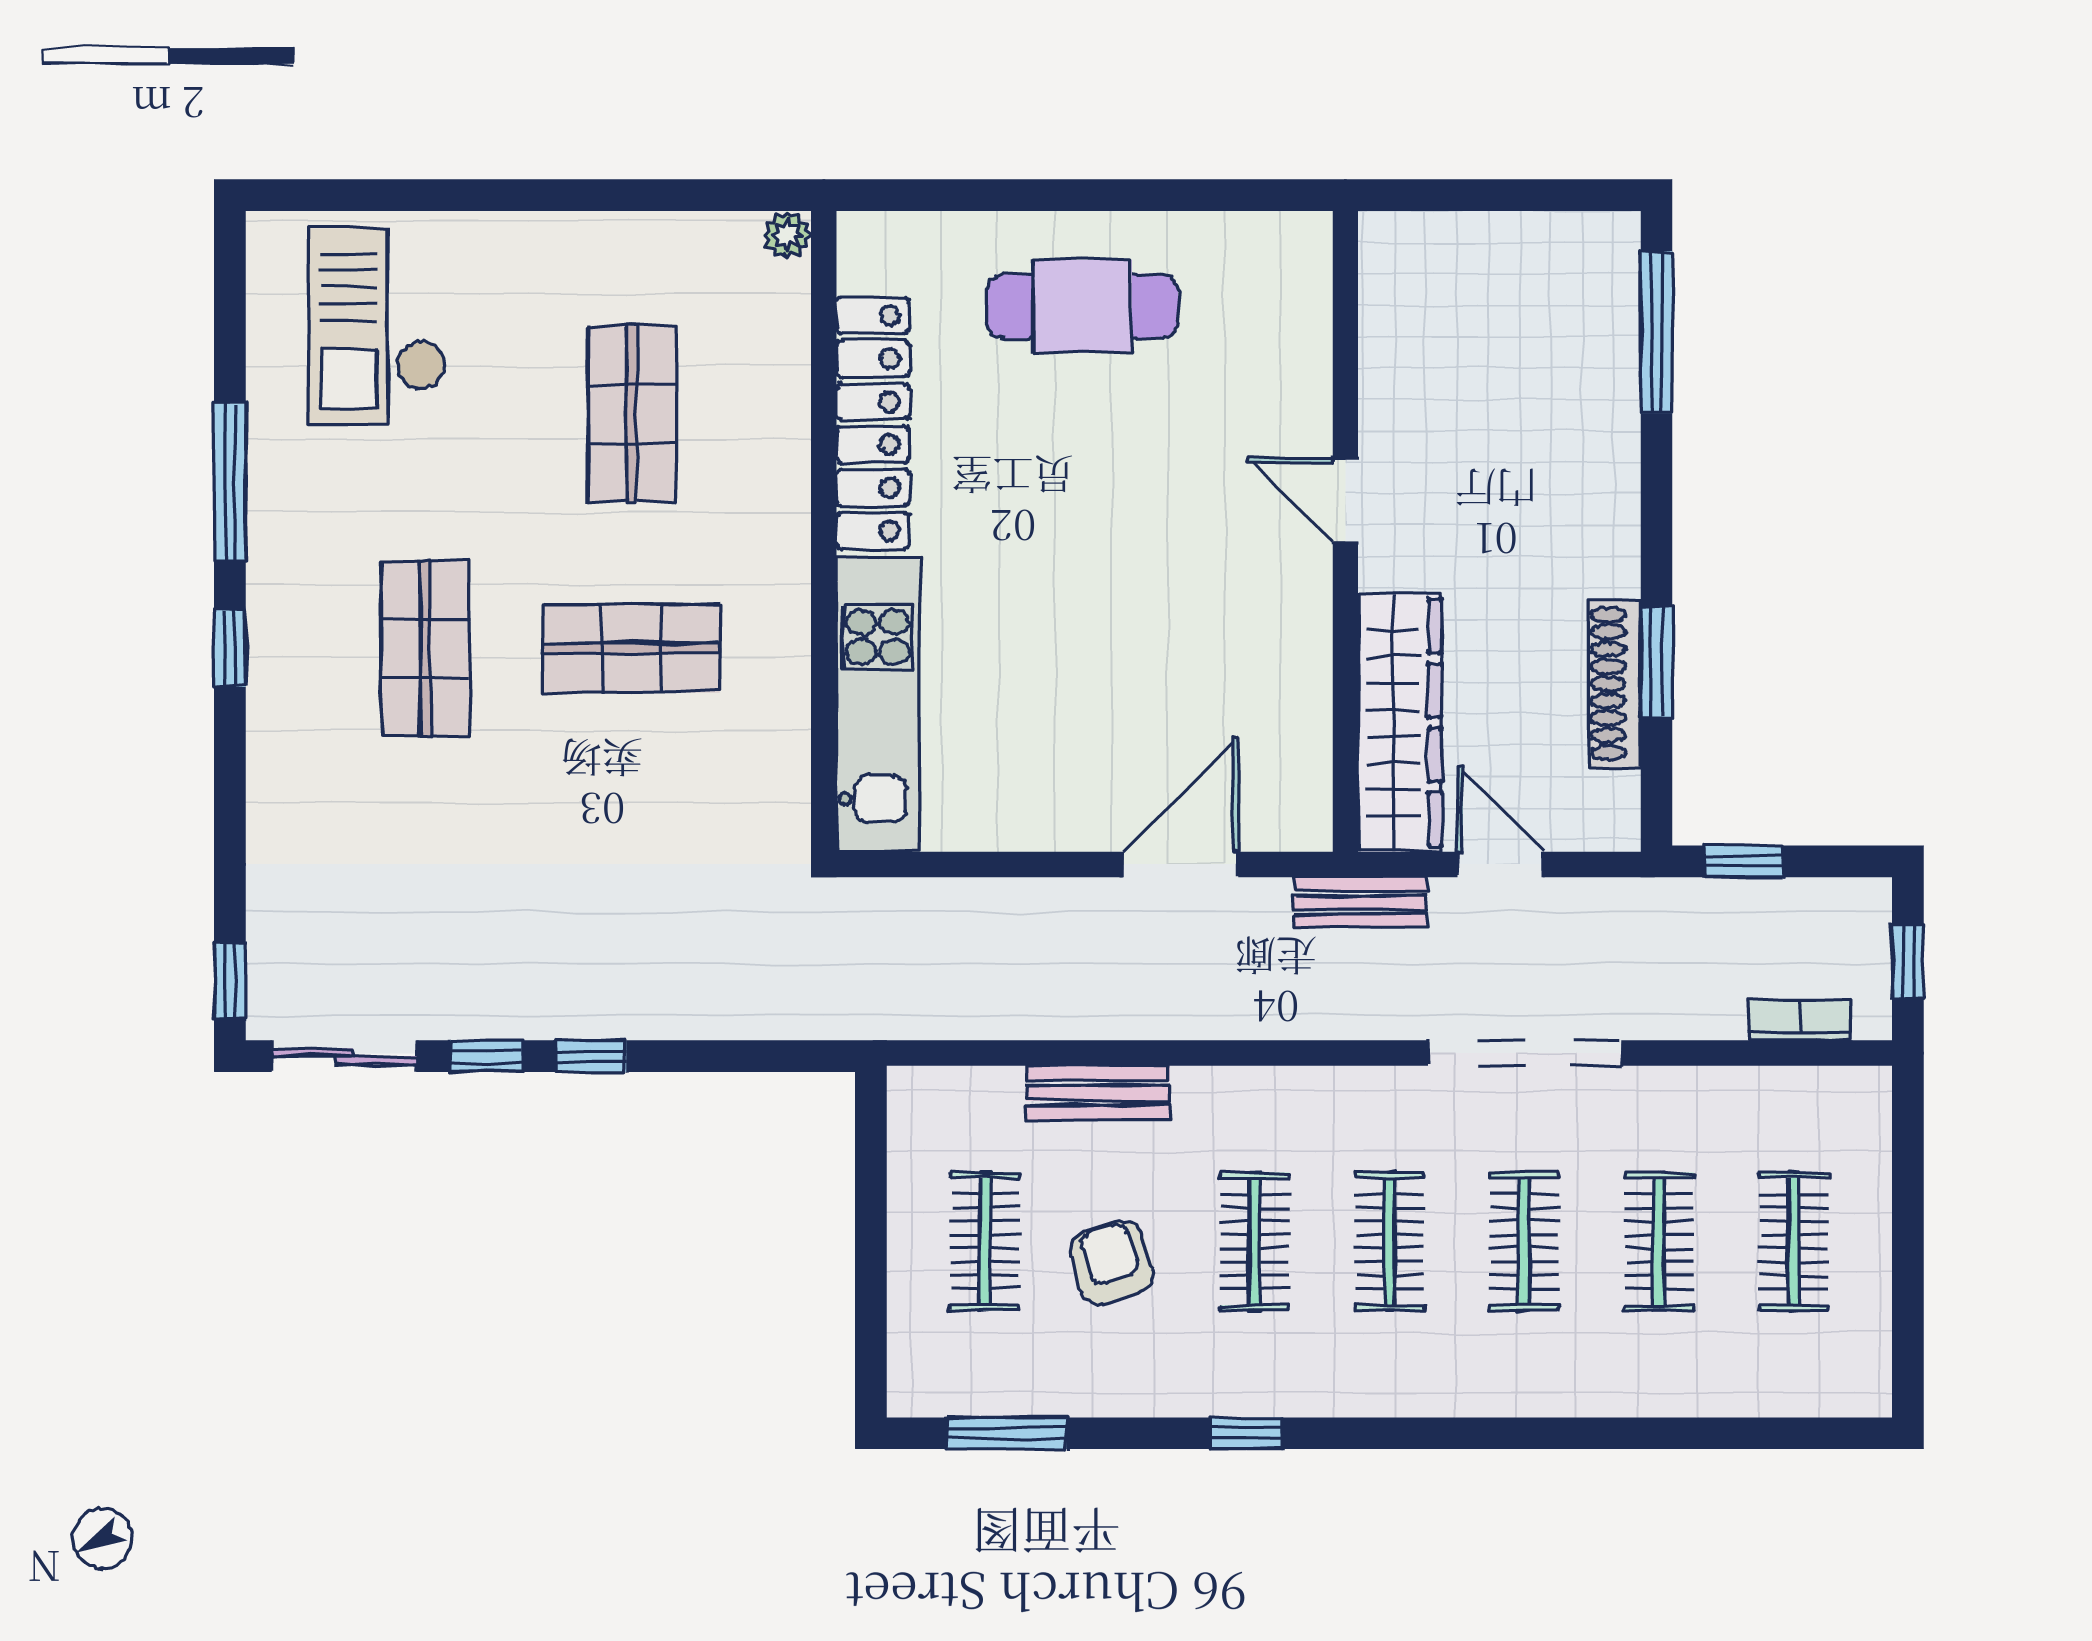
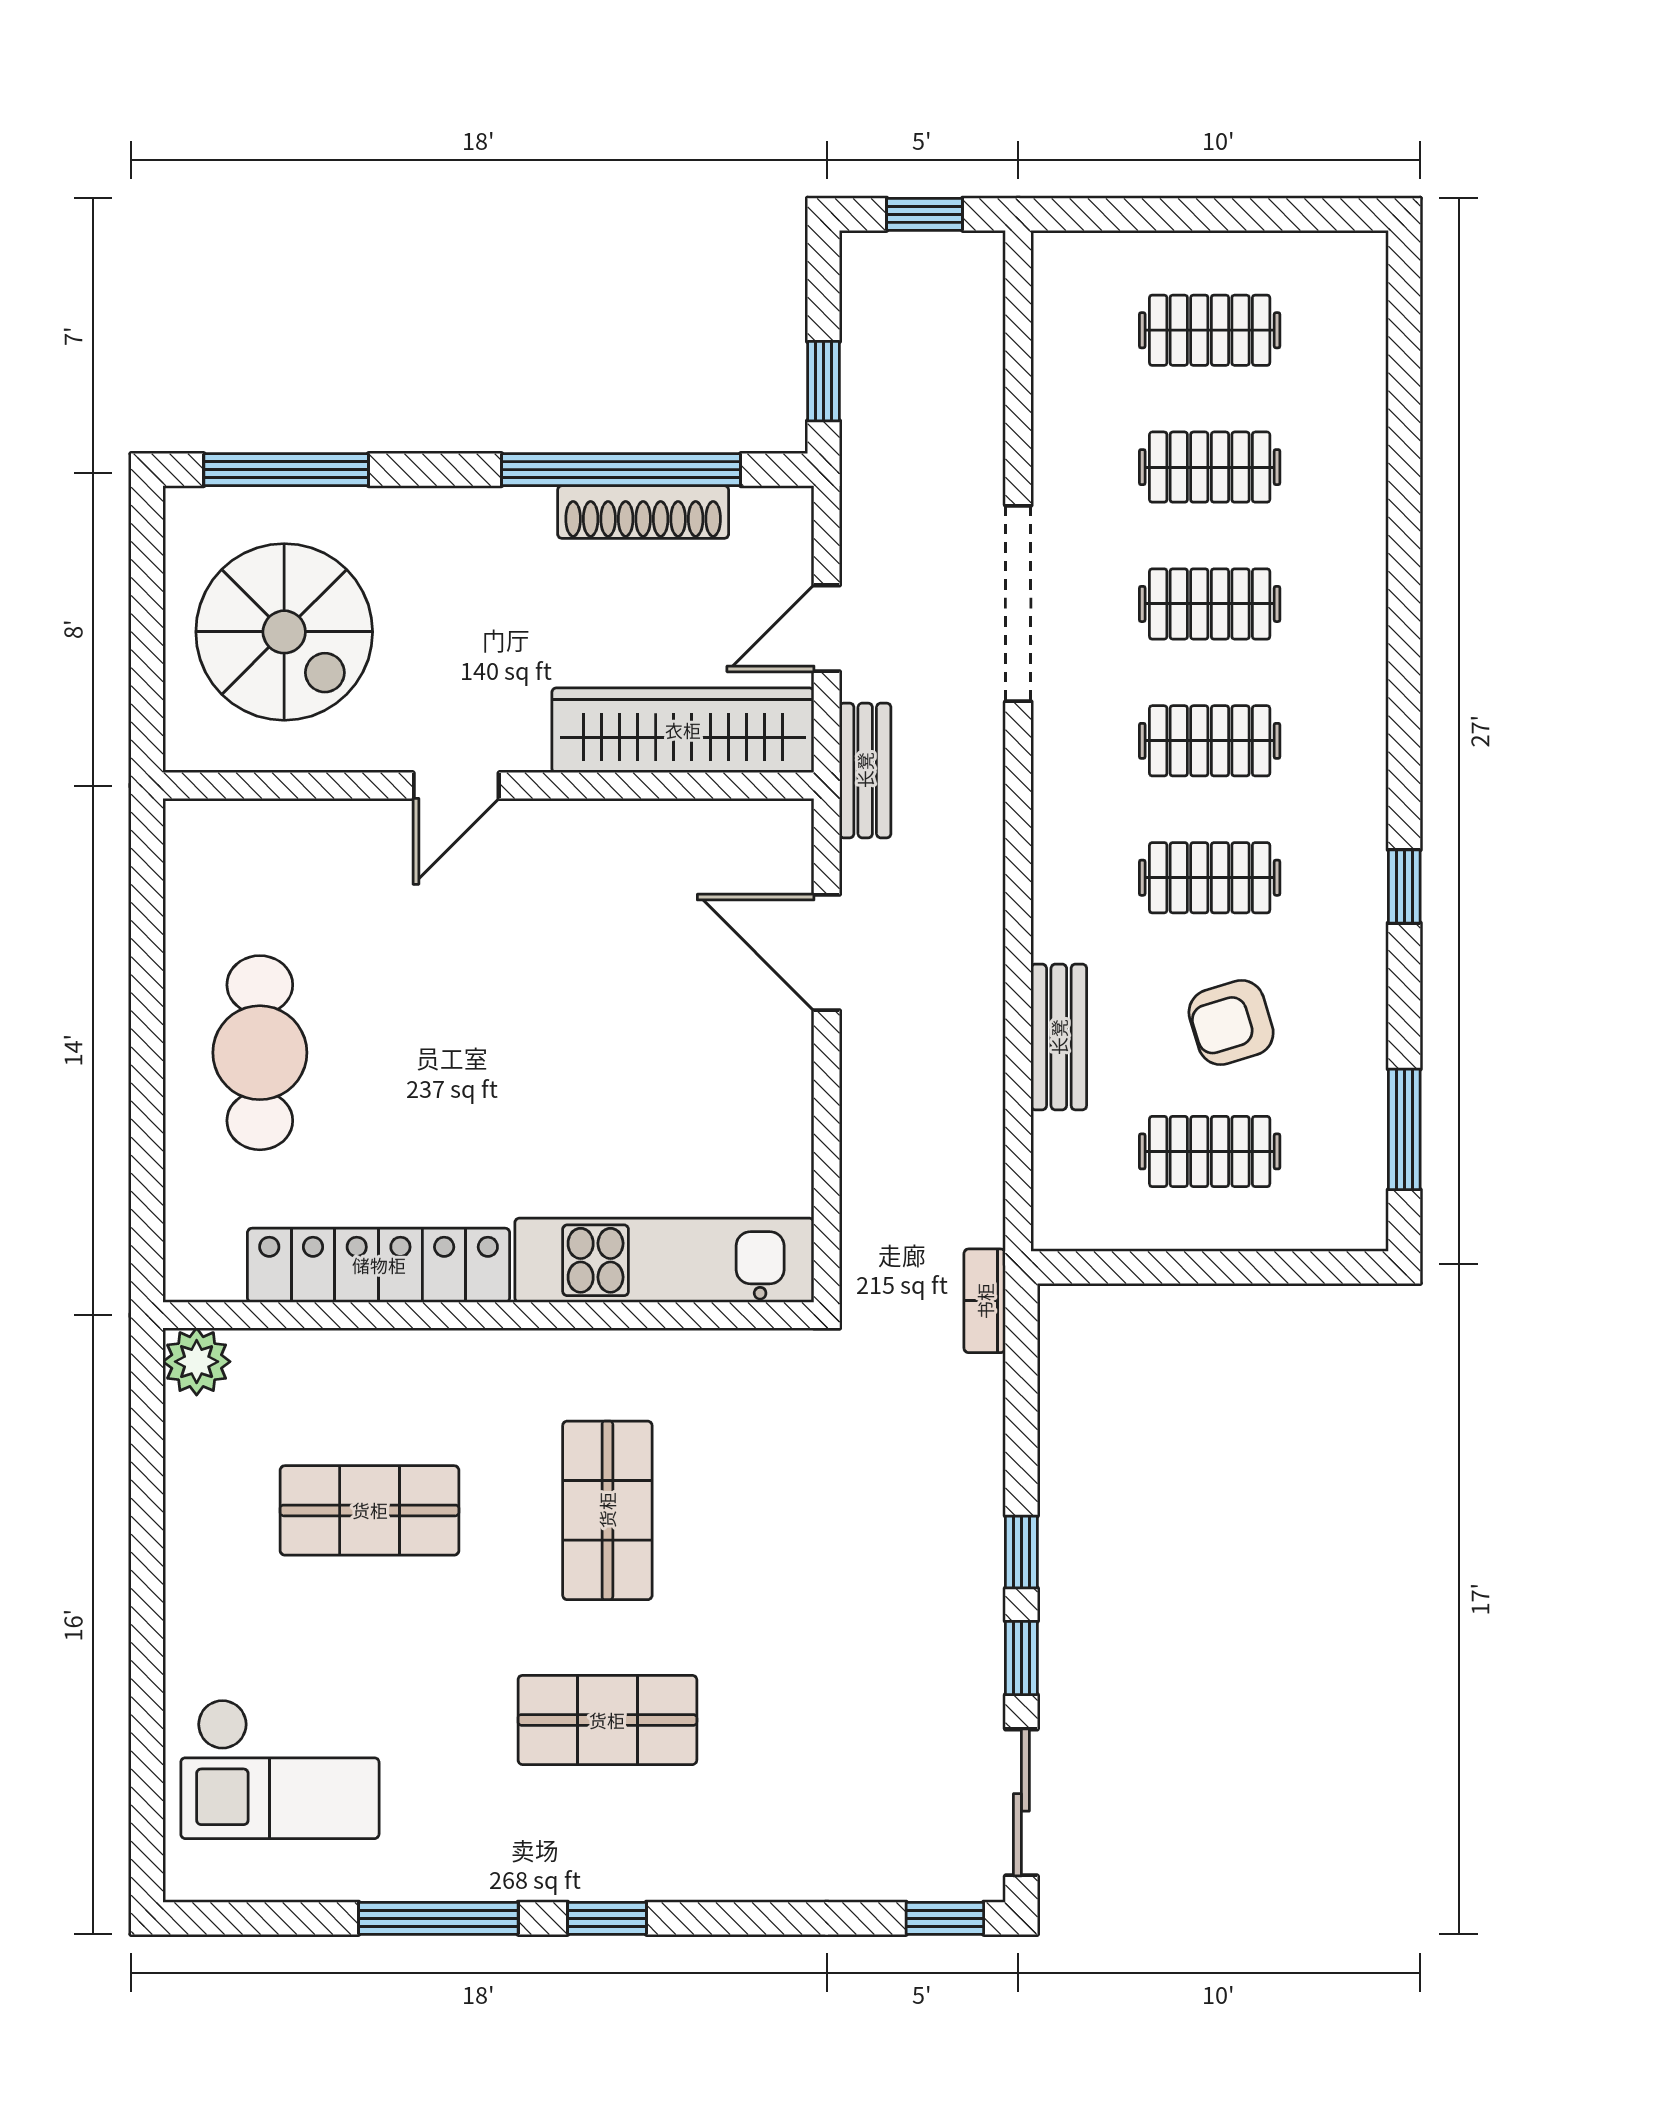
plant: (787, 235) -> (197, 1362), width x1.38, depth x1.38
spiral stairs: (1497, 330) -> (284, 632), added
window: (1657, 662) -> (621, 470), width x2.11
bookcase: (1799, 1020) -> (985, 1301), moved

